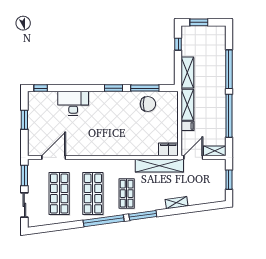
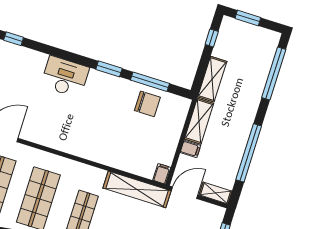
window: (229, 69) -> (274, 73), moved
desk: (73, 103) -> (65, 77), moved
filing cabinet: (168, 149) -> (162, 174), width x0.50

